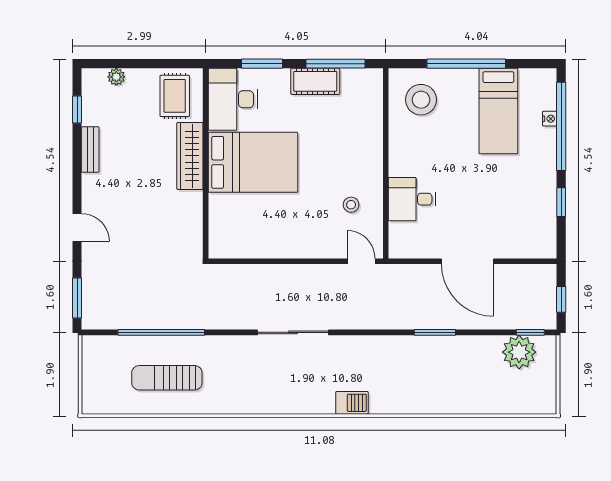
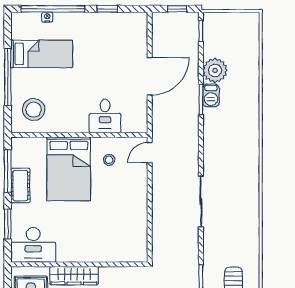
bed: (253, 162) -> (69, 169), moved, turned 180
plant: (519, 352) -> (215, 70), moved
barbecue: (352, 403) -> (211, 95), moved, turned 180

